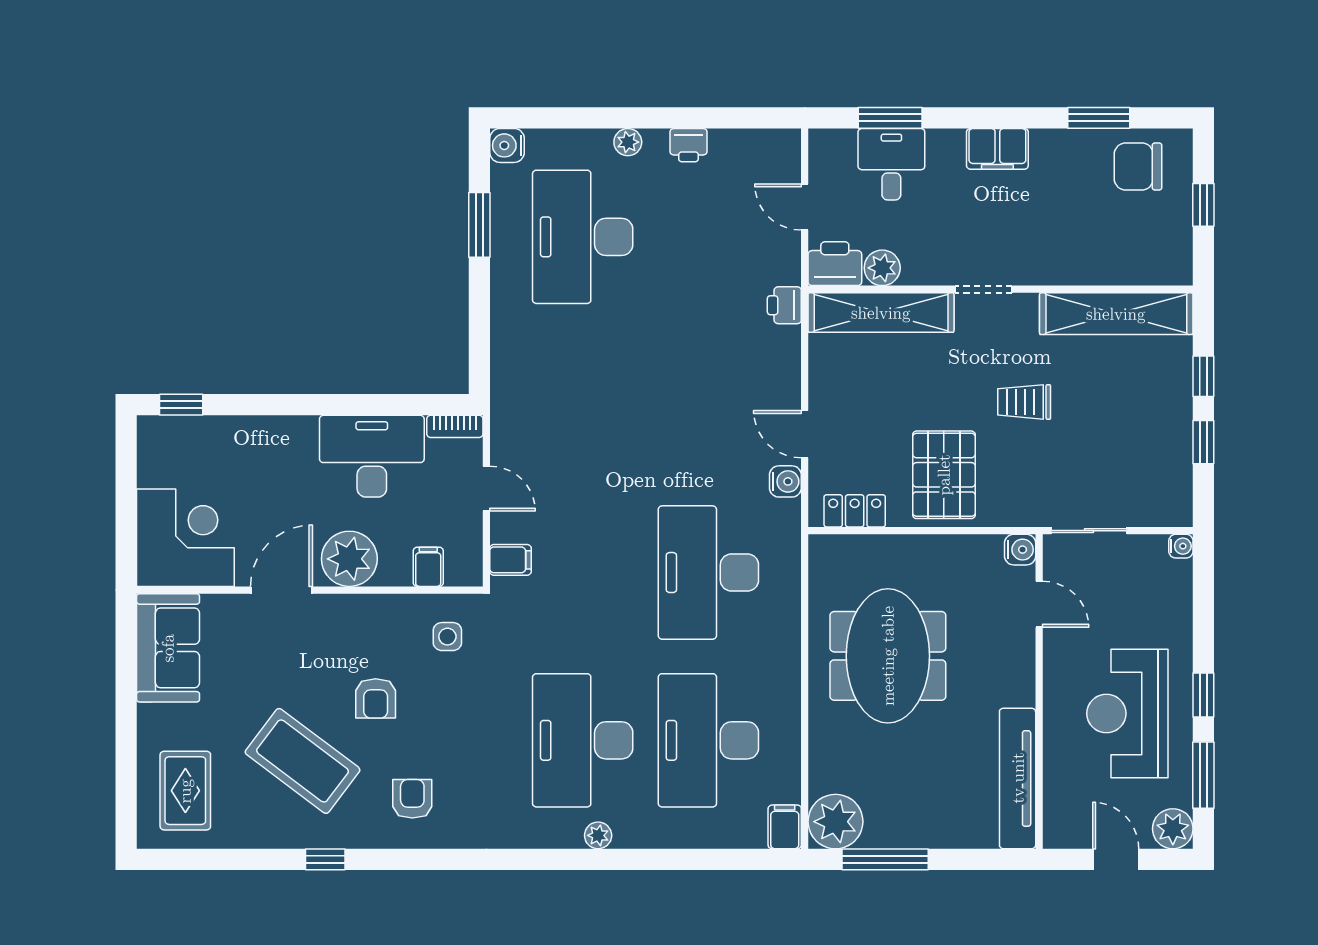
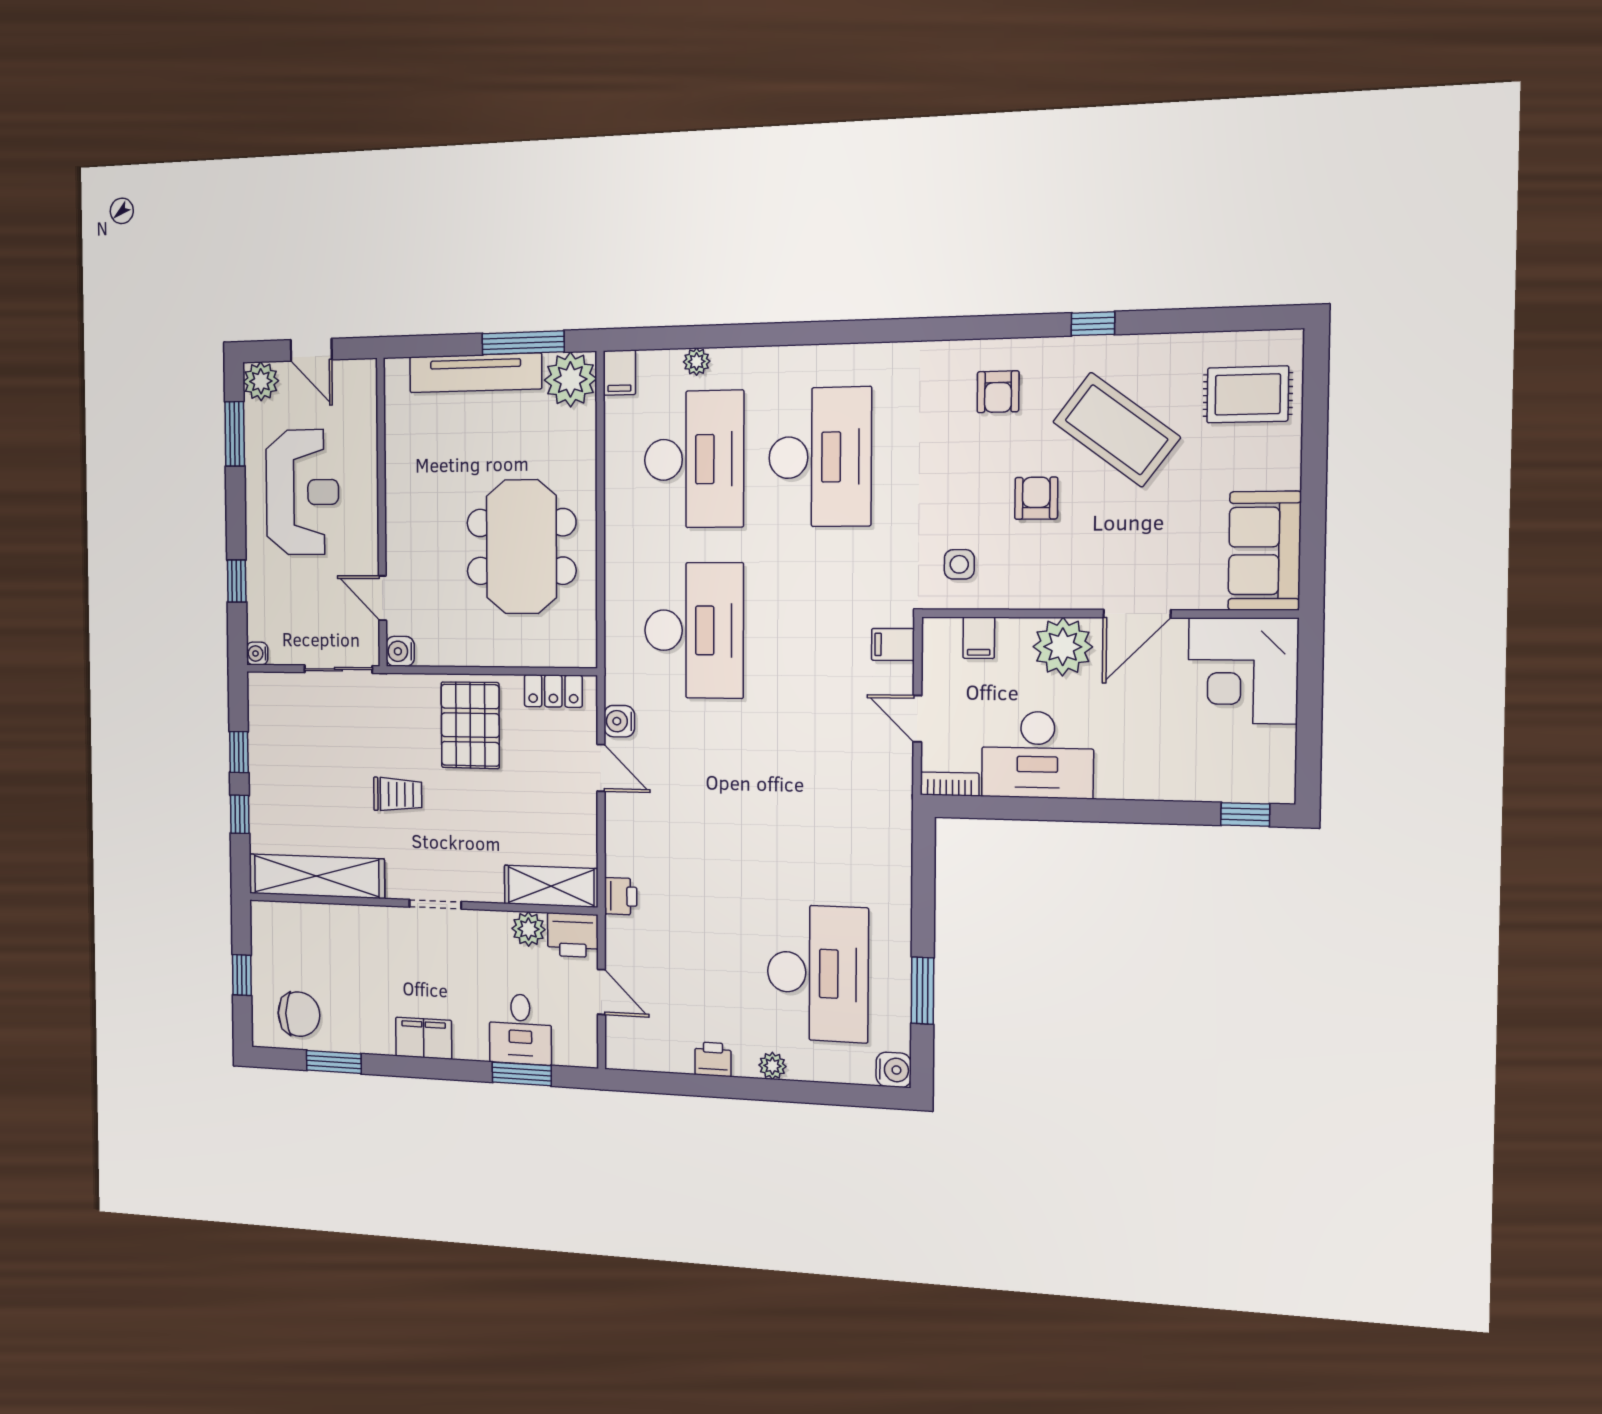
shelving: (881, 313) -> (551, 886), width x0.68
window: (1203, 695) -> (237, 581), moved
tv unit: (1018, 778) -> (475, 373), moved, turned 90
rug: (185, 791) -> (1248, 394), turned 90
plant: (598, 835) -> (697, 362), moved

